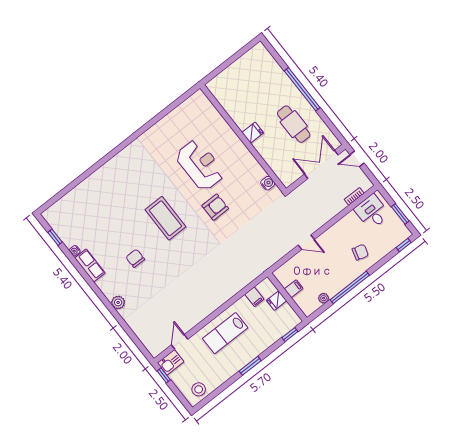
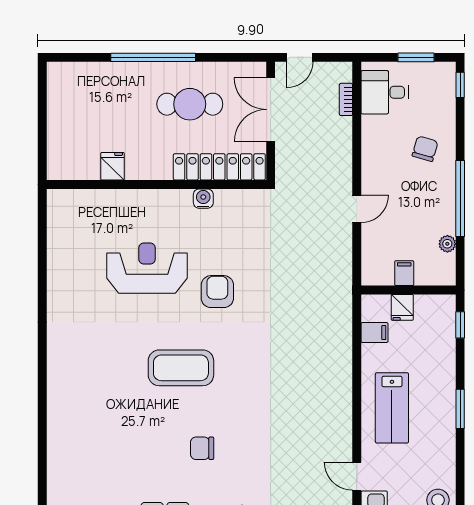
fridge: (253, 133) -> (112, 166), moved
locker: (275, 161) -> (219, 167), added
water cooler: (268, 183) -> (203, 199), moved

